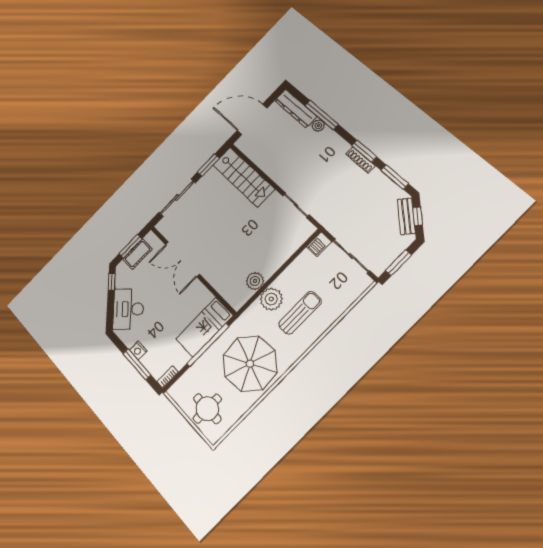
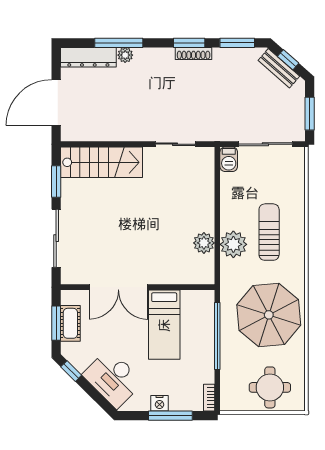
bed: (204, 327) -> (164, 325), moved

